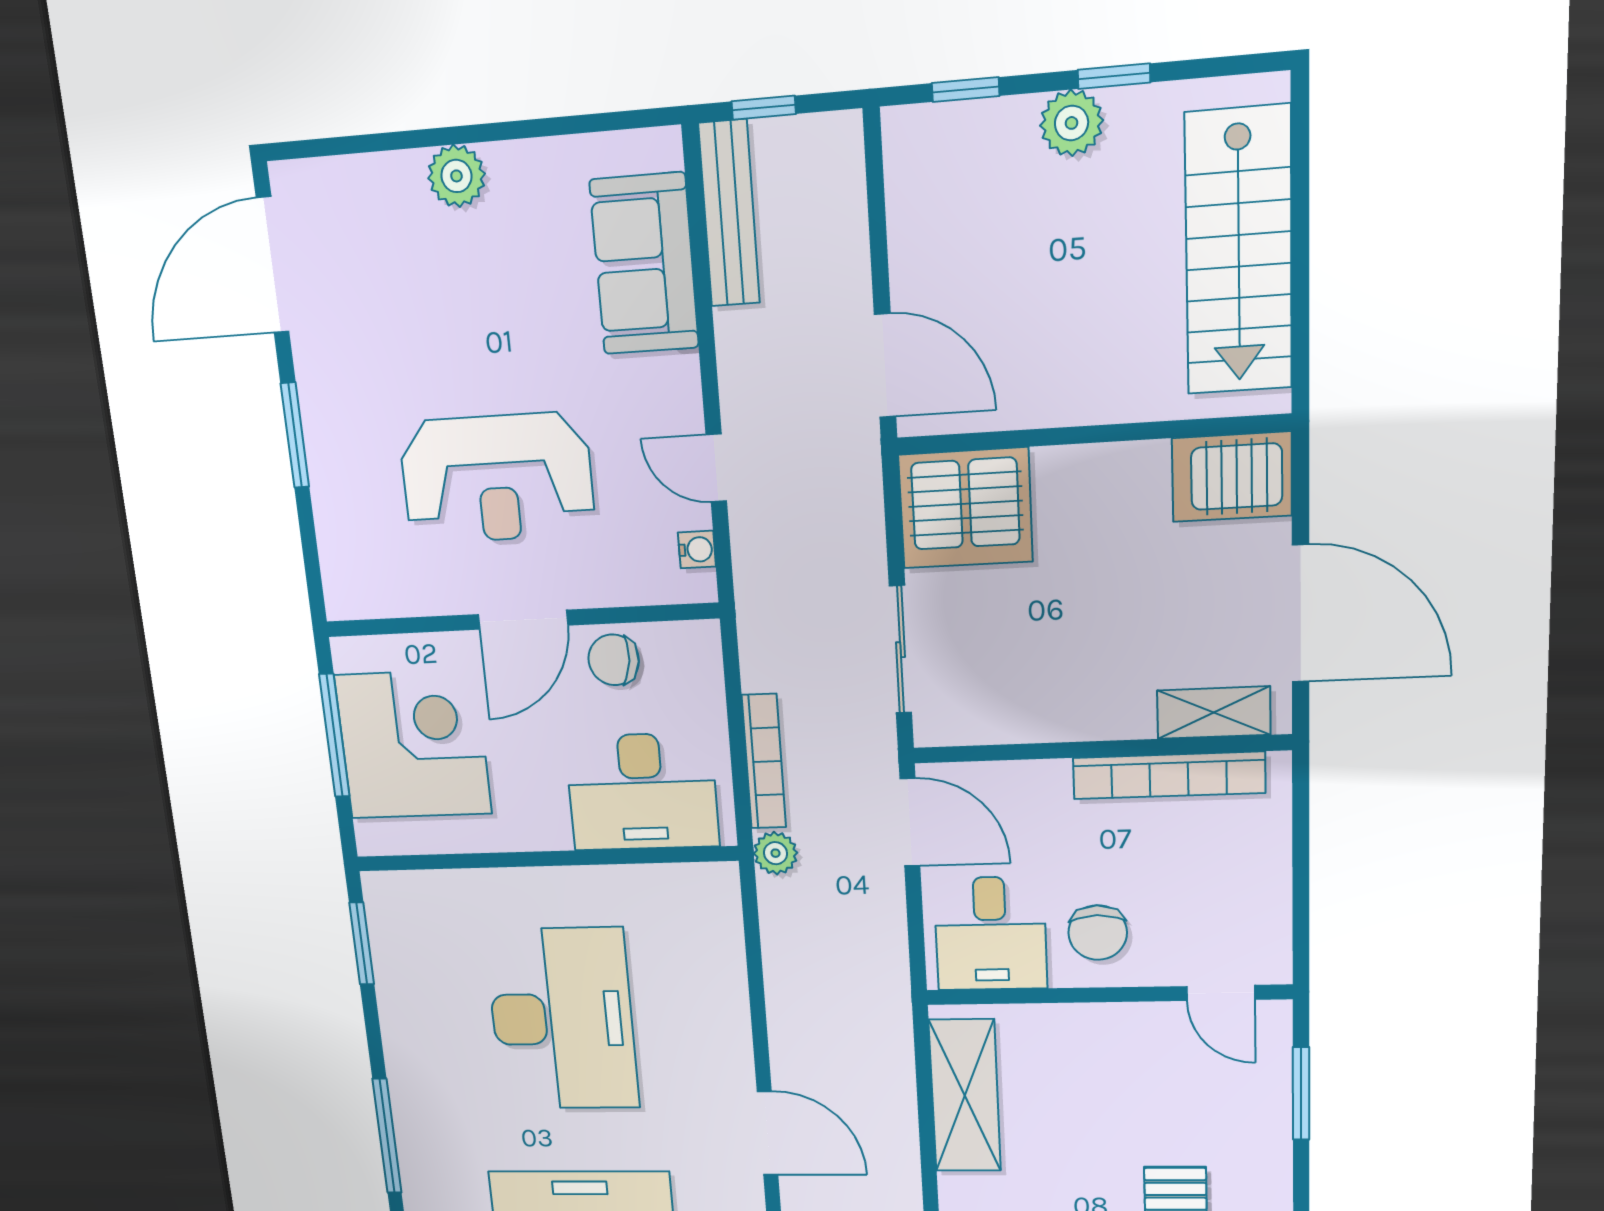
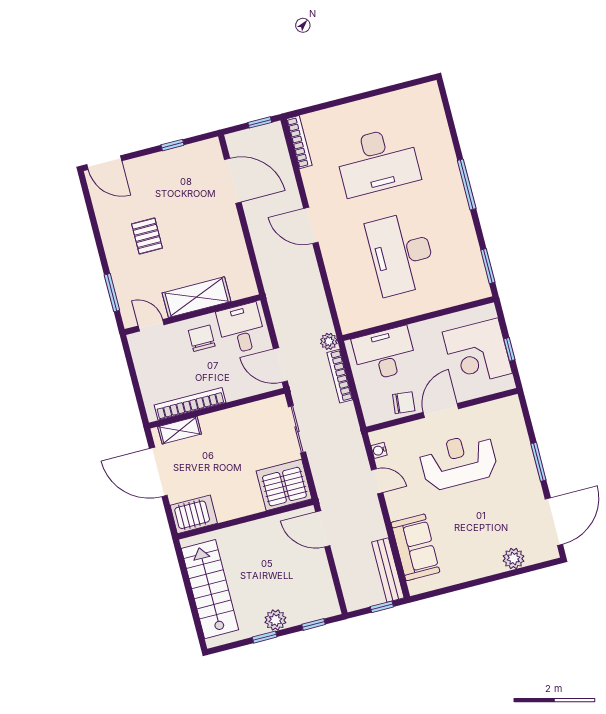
plant: (456, 176) -> (514, 558), moved
window: (334, 735) -> (509, 349), width x0.46
shelving: (965, 1096) -> (196, 297), moved, turned 90

